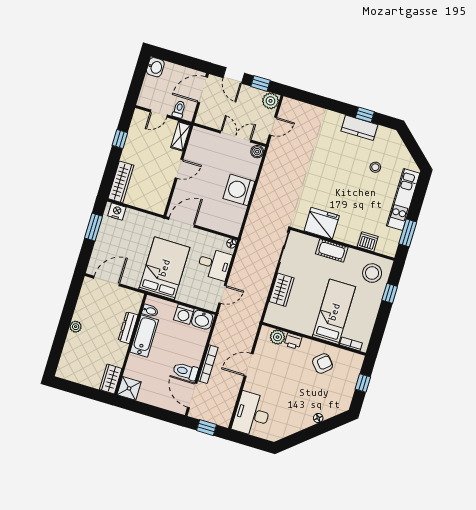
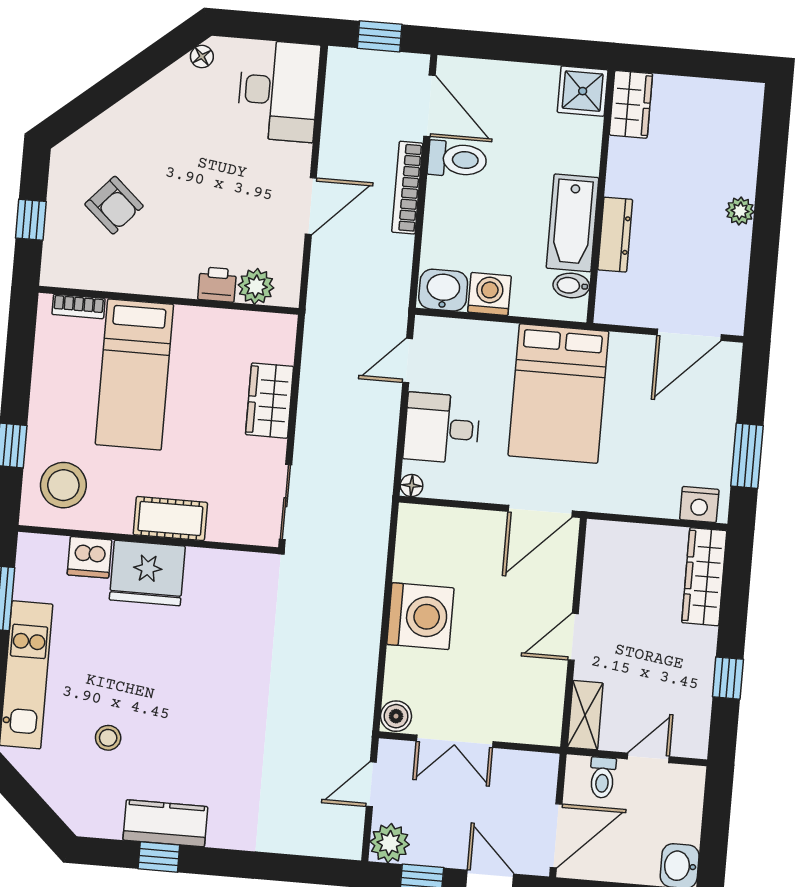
fridge: (322, 223) -> (147, 573), moved
armchair: (323, 363) -> (114, 205), moved, turned -97
floor lamp: (318, 418) -> (202, 57), moved

